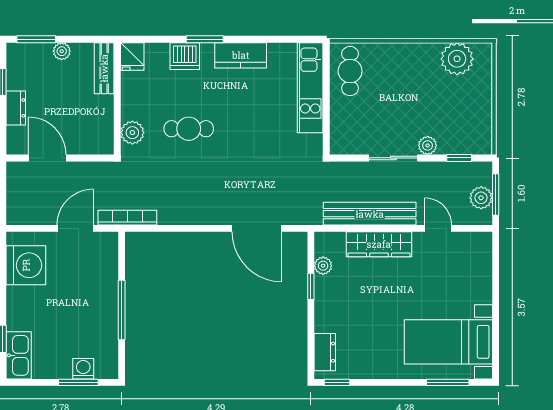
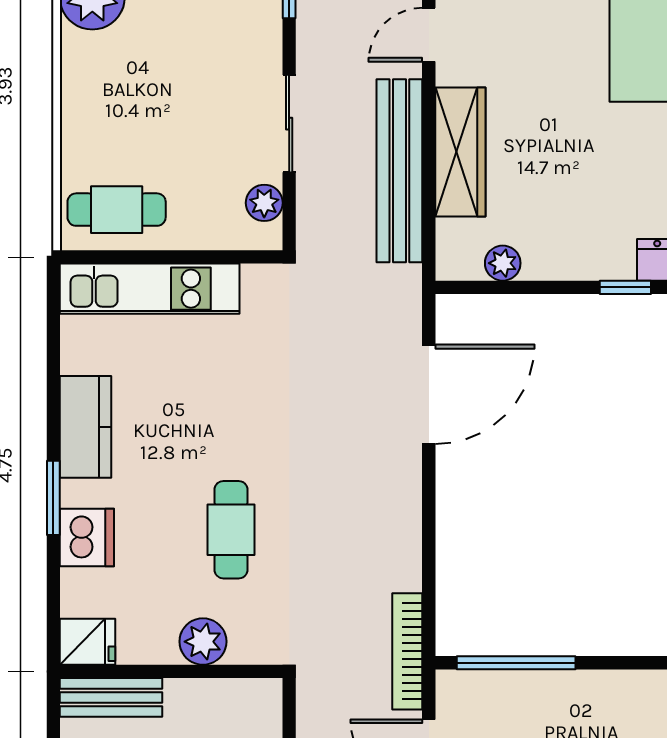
plant: (132, 133) -> (203, 642), moved
plant: (428, 145) -> (264, 203), moved
window: (311, 286) -> (625, 287), moved
window: (122, 310) -> (516, 663), moved

